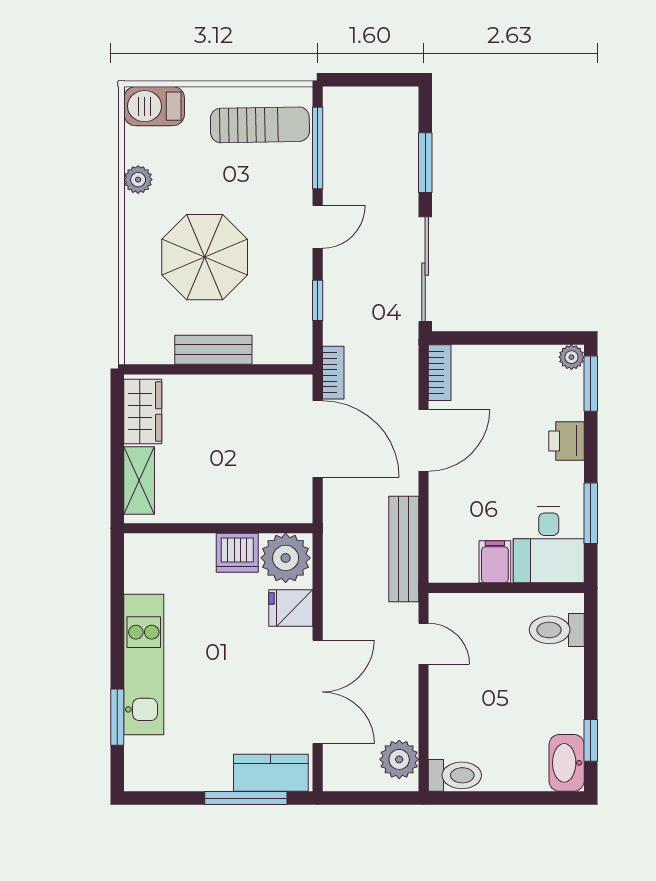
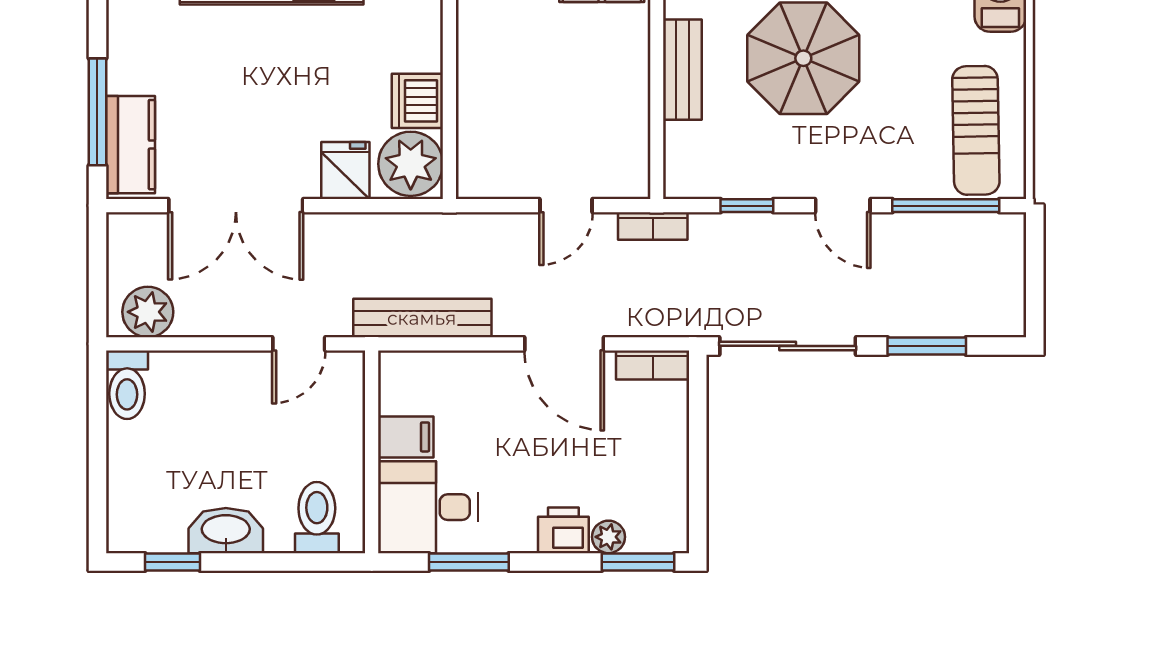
plant: (571, 357) -> (608, 537), moved
door: (318, 439) -> (566, 206), width x0.53
washbasin: (567, 763) -> (226, 531), moved

